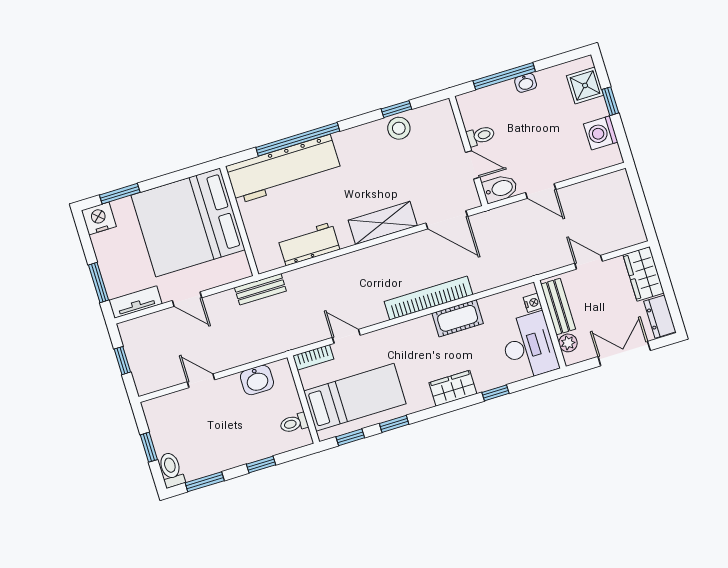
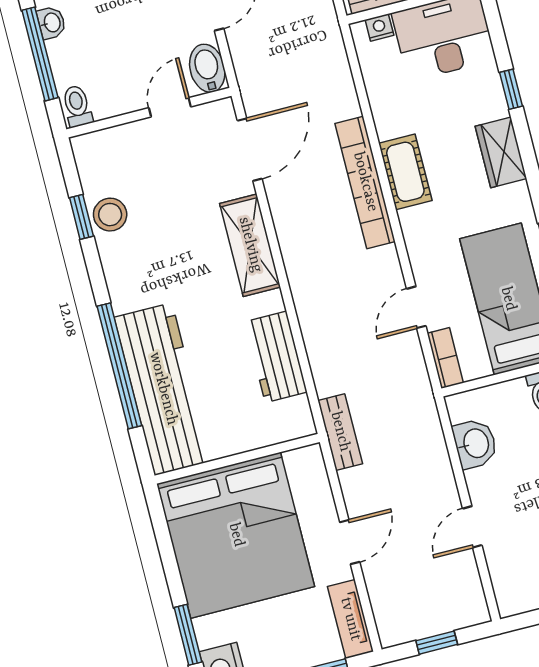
toilet: (481, 136) -> (77, 106), moved
cot: (458, 318) -> (405, 172), moved

